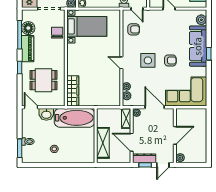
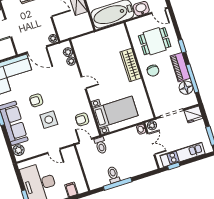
bed with nightstands: (87, 26) -> (116, 112), moved, turned 180
chair: (57, 33) -> (153, 71), moved
side table: (148, 60) -> (49, 120), moved
wardrobe: (73, 91) -> (131, 65), moved
shelving: (126, 118) -> (62, 30), removed

